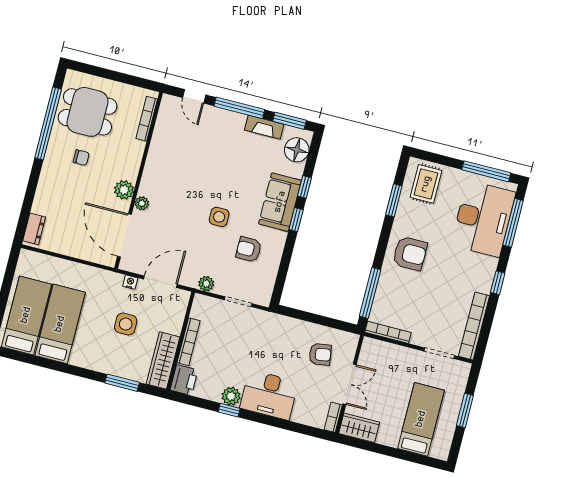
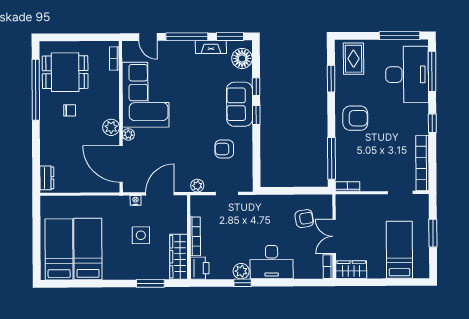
bookcase: (147, 119) -> (114, 59), width x0.64
corner sofa: (174, 162) -> (145, 95), added
side table: (219, 217) -> (194, 129), removed
bookcase: (388, 332) -> (347, 186), width x0.64
double door: (349, 384) -> (334, 236), swing flipped

